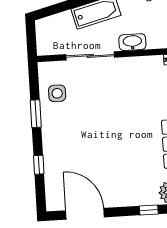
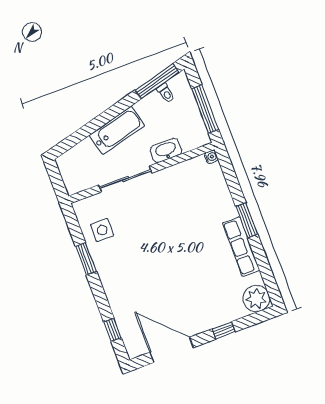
window: (39, 165) -> (113, 330), moved
window: (149, 210) -> (224, 330), moved

